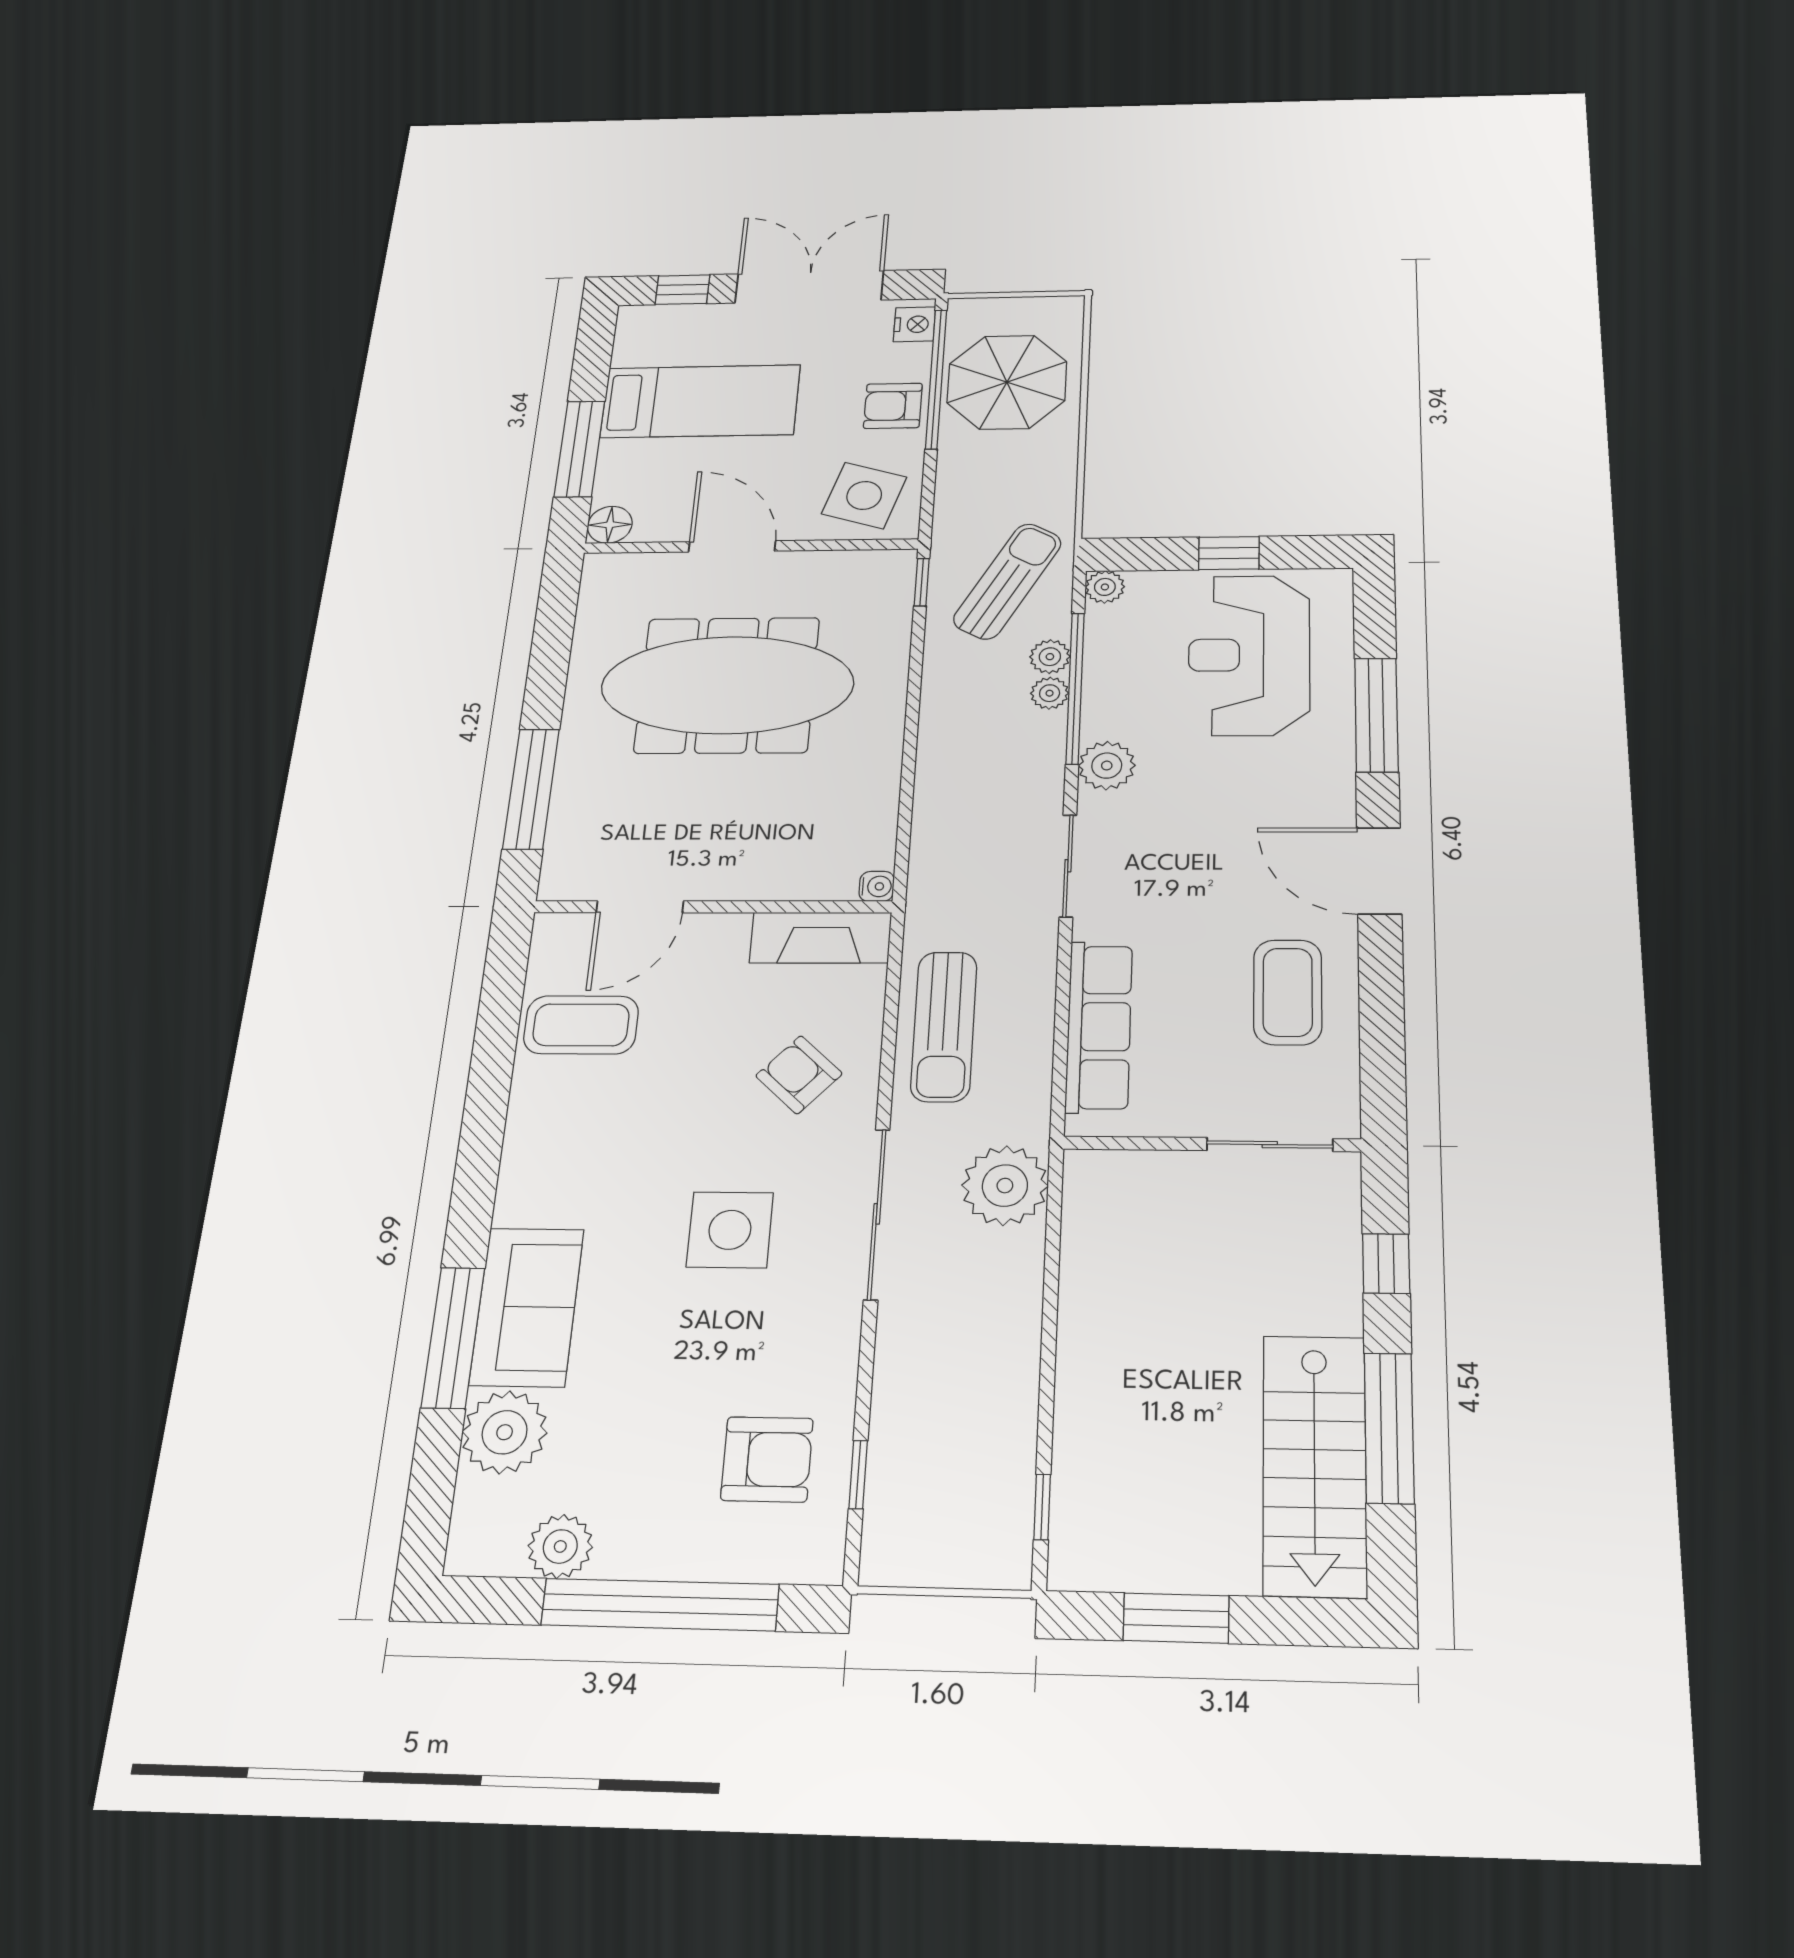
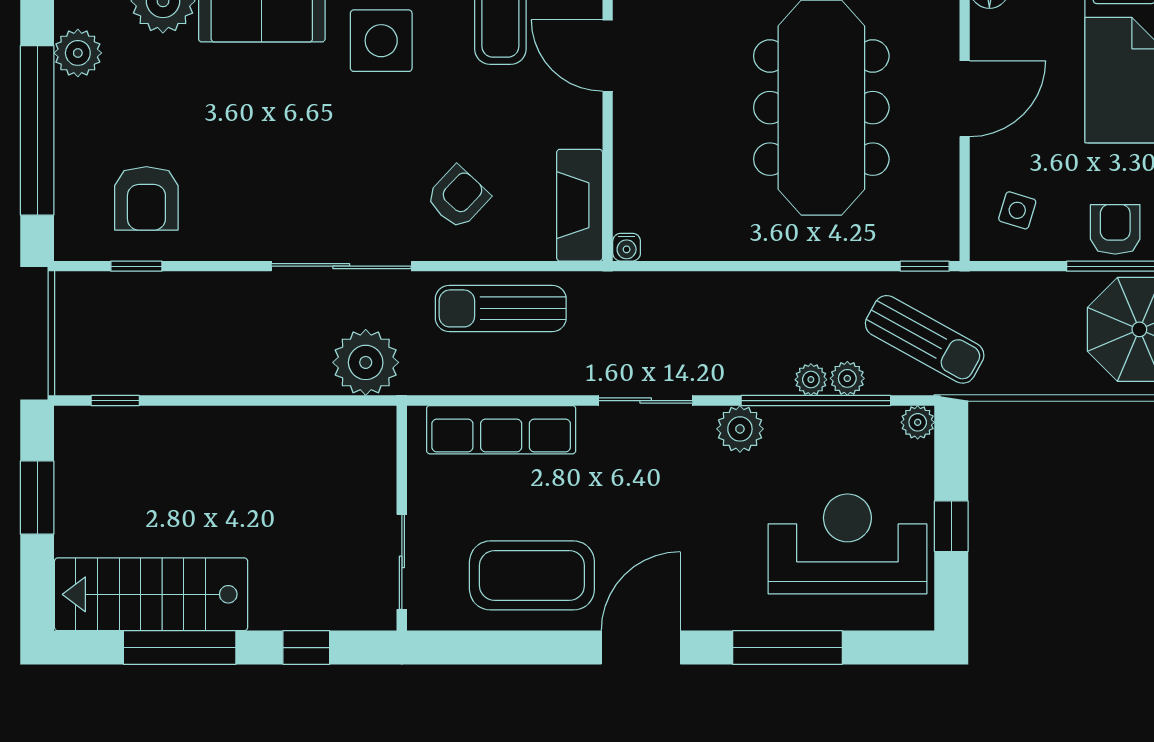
side table: (864, 495) -> (1017, 210), width x0.54, depth x0.54
coffee table: (1288, 992) -> (532, 575), width x1.36, depth x1.32
side table: (730, 1230) -> (381, 41), moved

